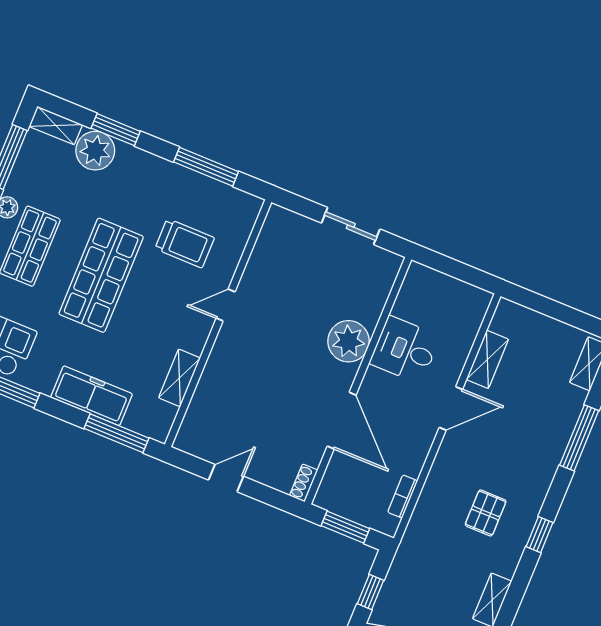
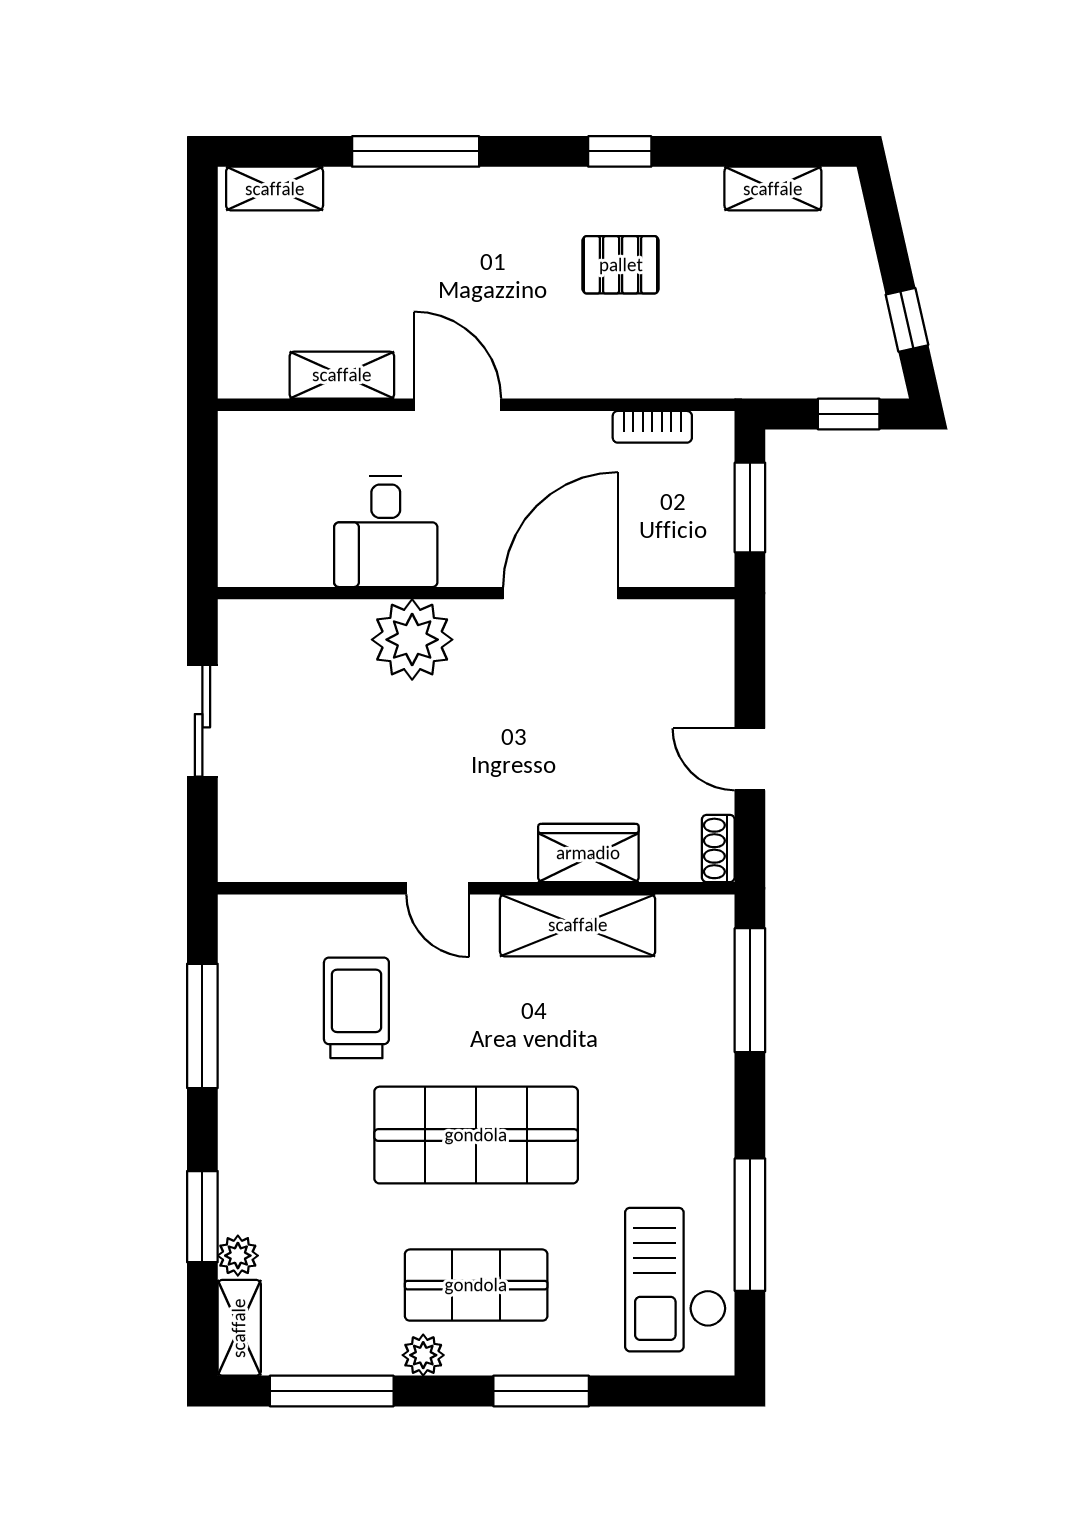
plant: (95, 151) -> (238, 1256), width x0.53, depth x0.53
shelving: (179, 378) -> (578, 925), width x1.50, depth x1.33
wardrobe: (213, 383) -> (588, 853), added
freezer: (92, 396) -> (701, 1063), removed
shoe rack: (304, 483) -> (718, 848), moved, turned 90

